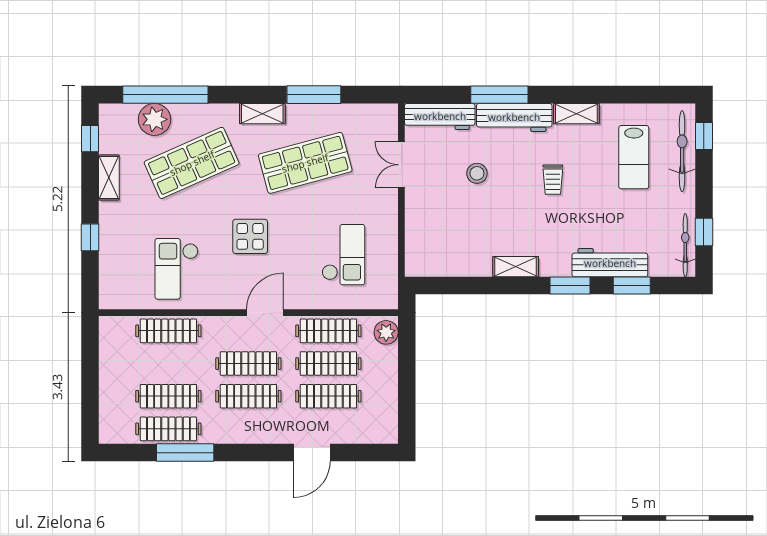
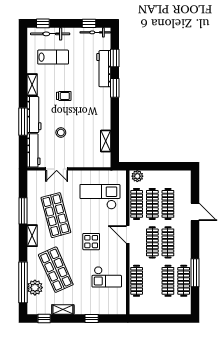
checkout: (343, 255) -> (100, 197), width x1.36, depth x1.21
shelving: (516, 267) -> (106, 141), moved

